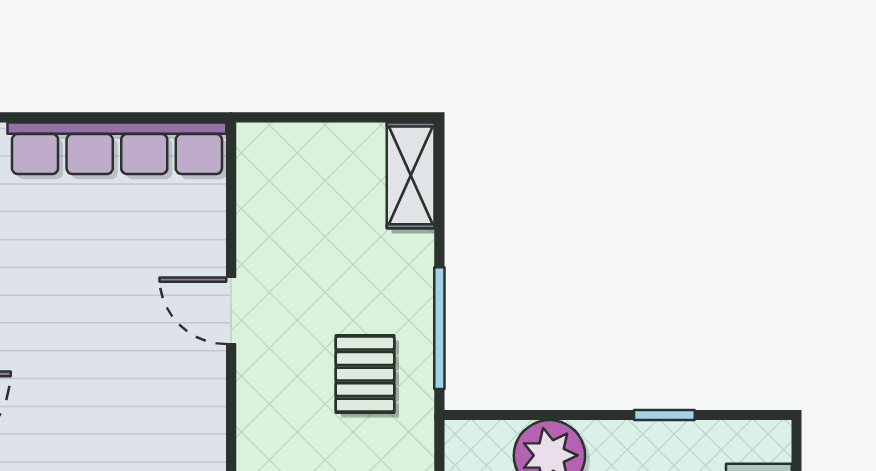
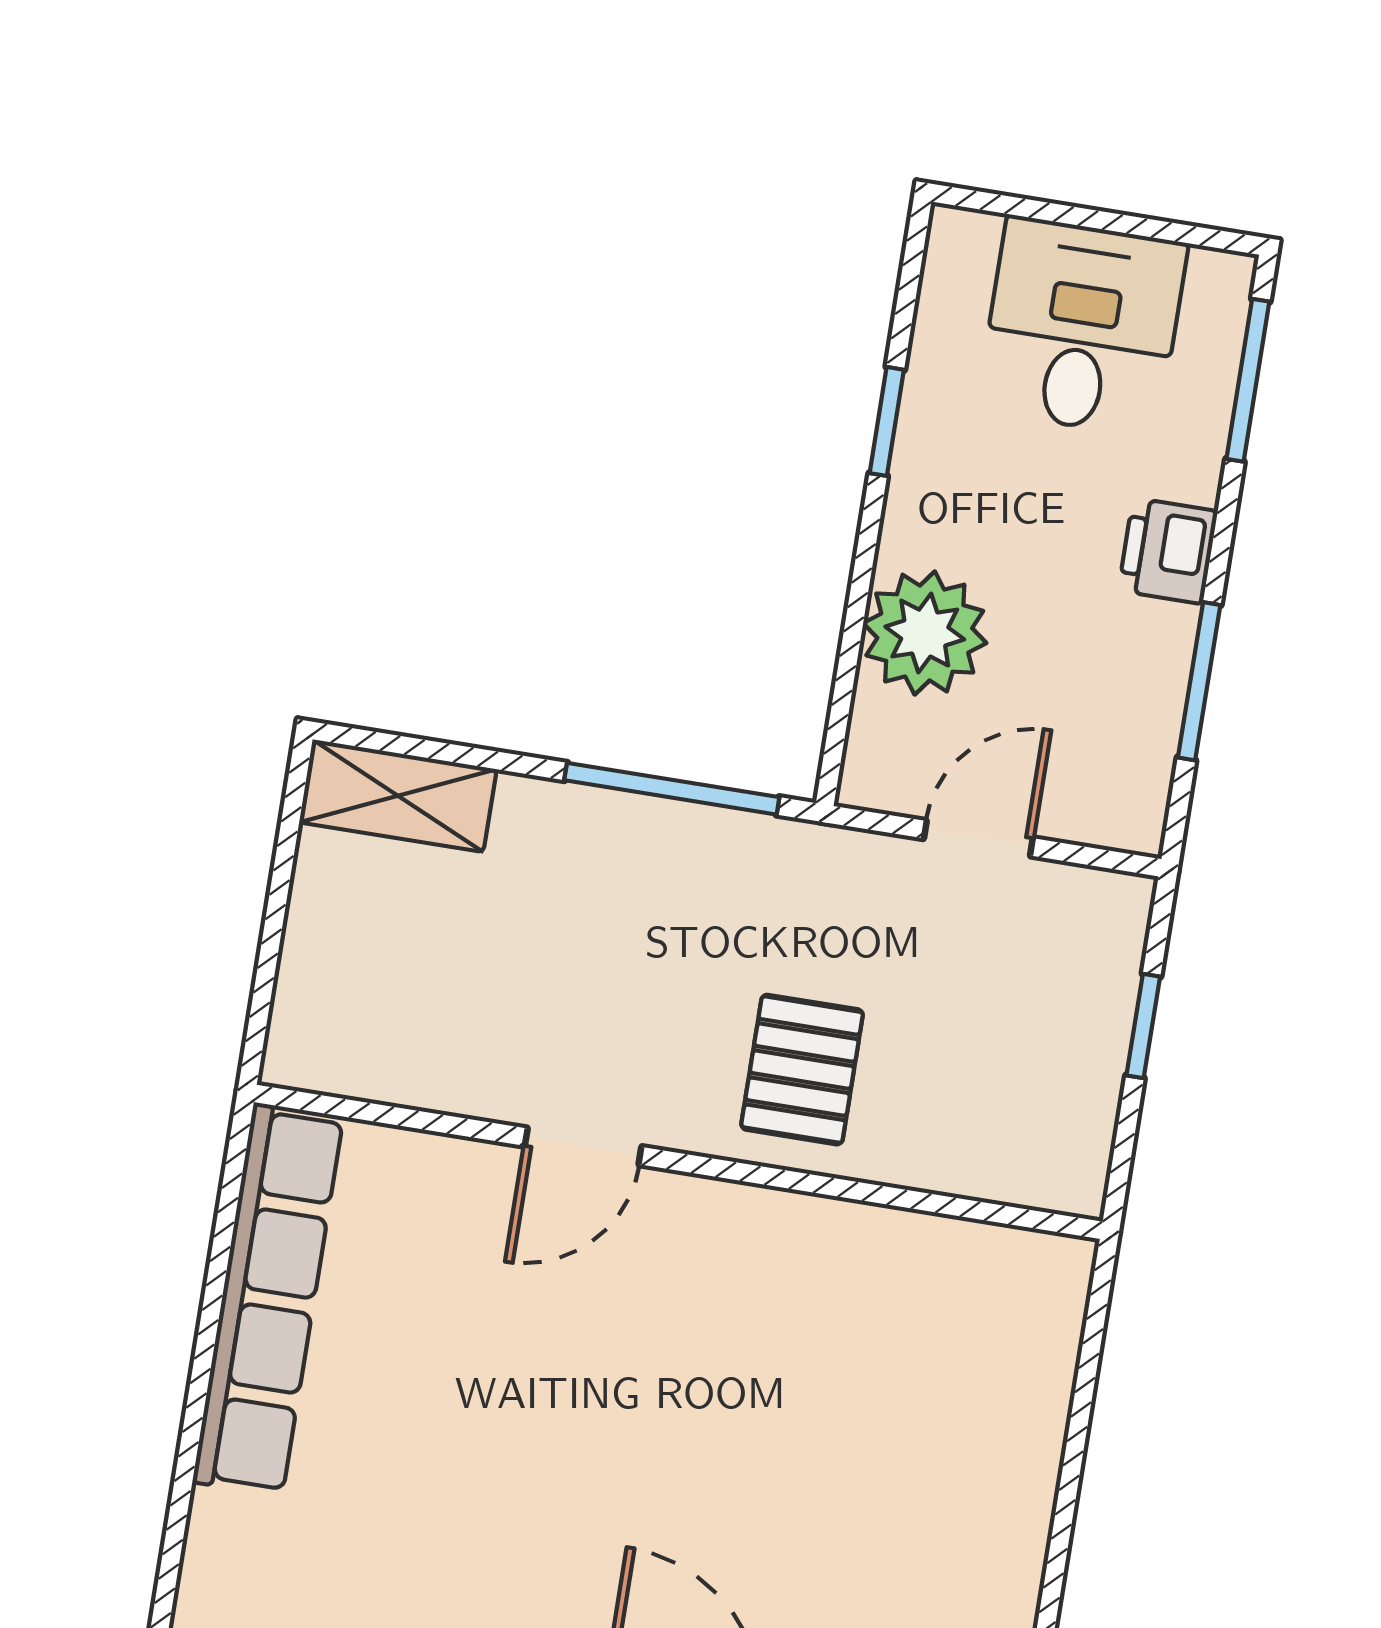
pallet: (365, 374) -> (802, 1070), moved, turned 90

